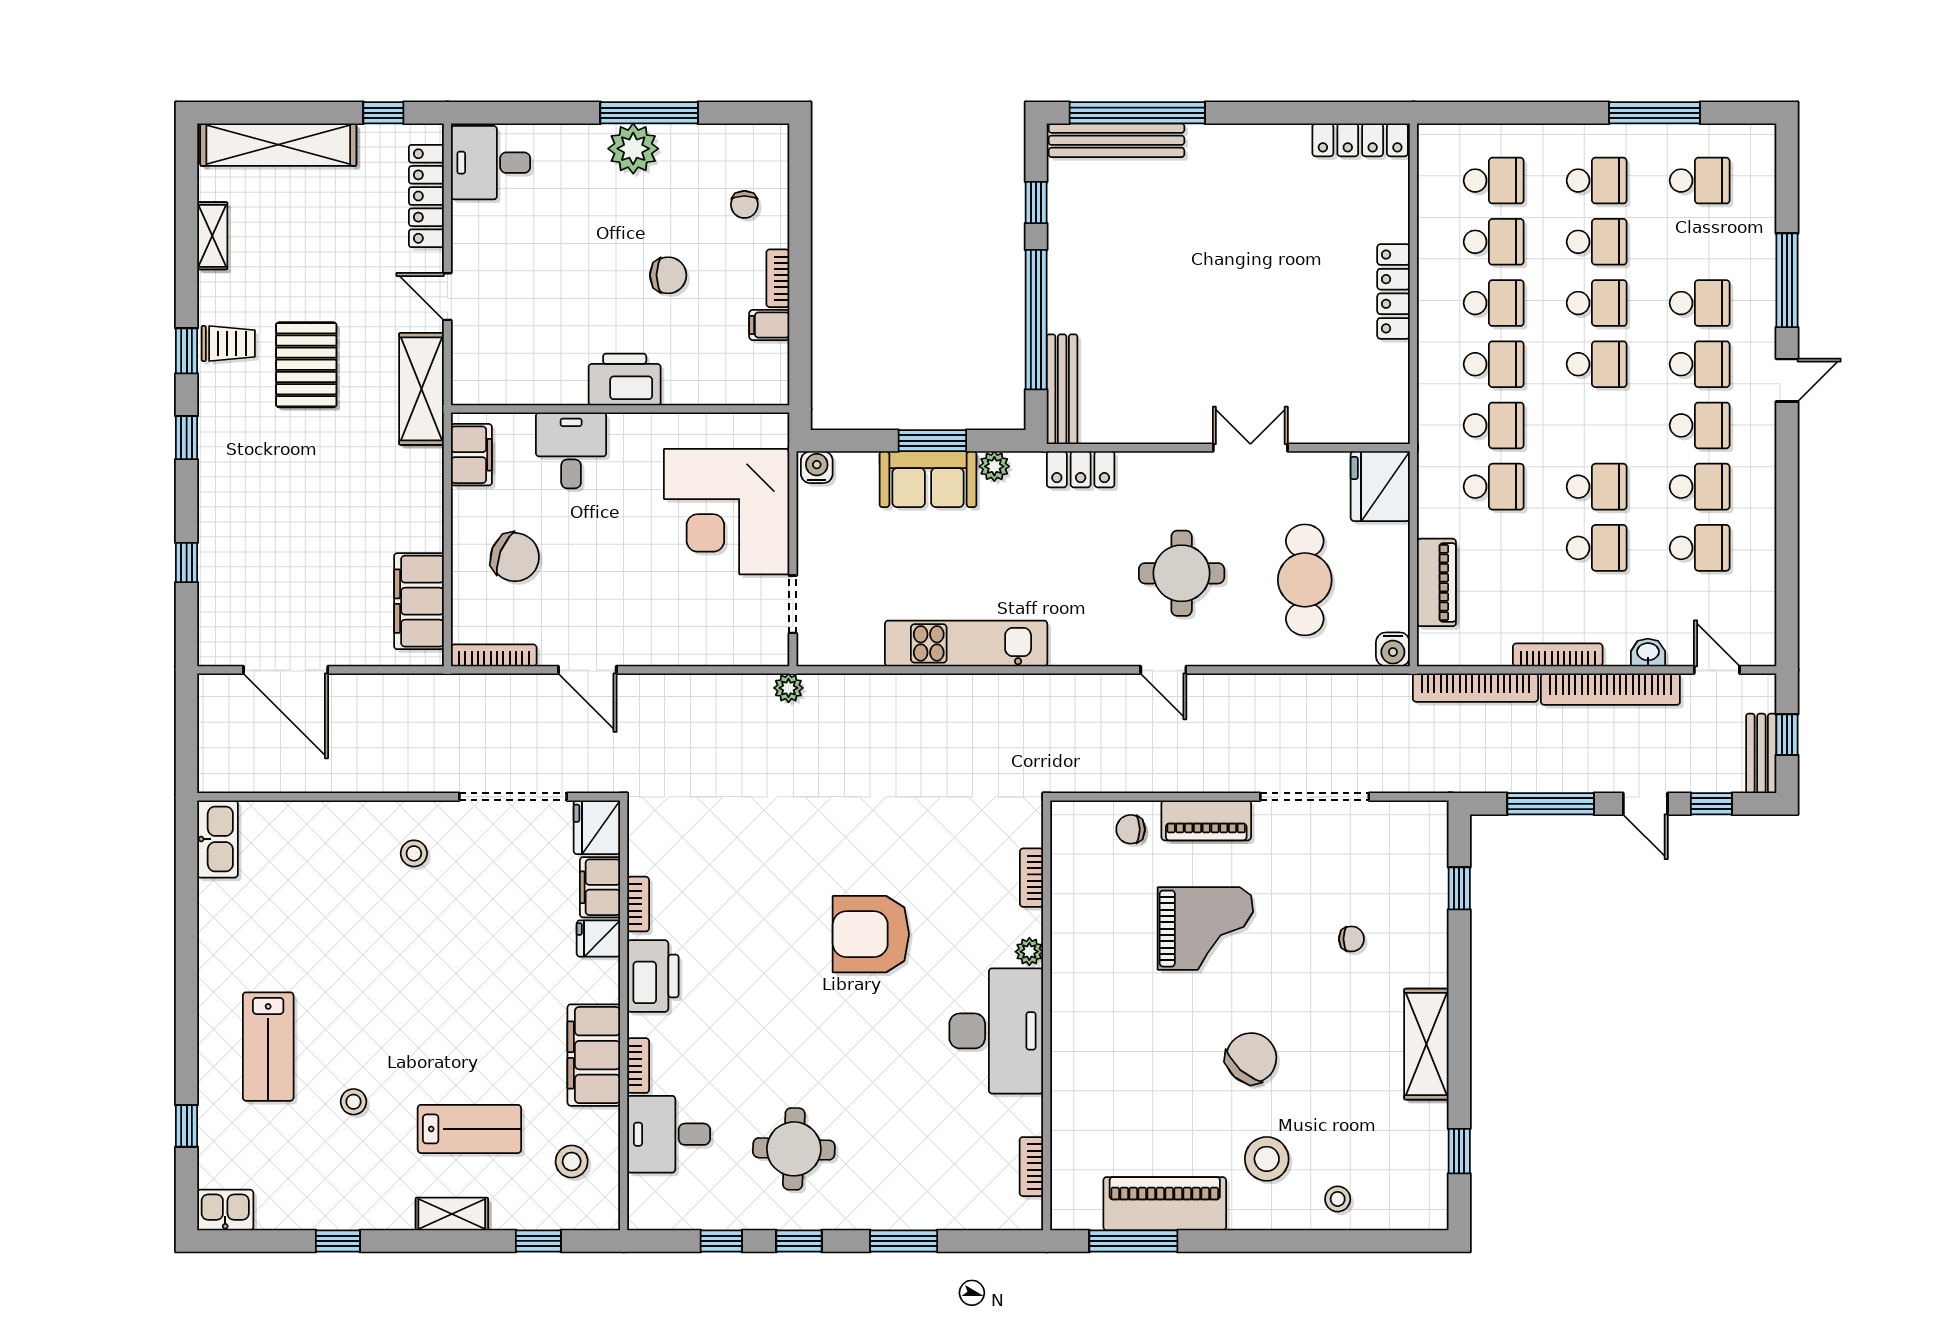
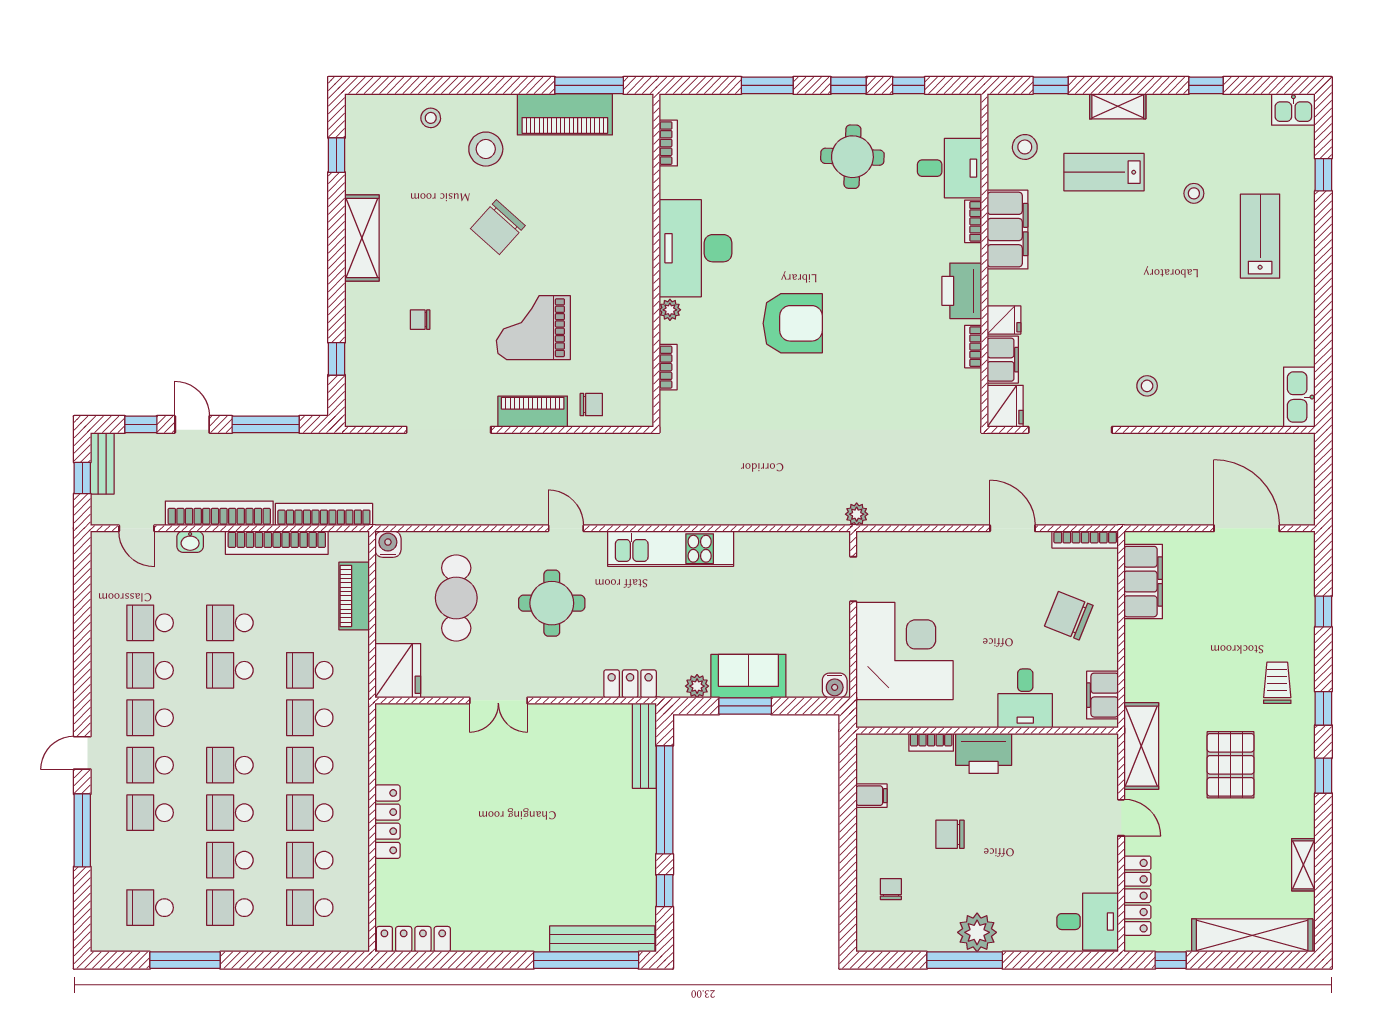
bookcase: (778, 278) -> (931, 742), moved, turned 90
trolley: (228, 343) -> (1277, 683), moved, turned 90
kitchen unit: (966, 643) -> (671, 549), moved
bookcase: (1558, 655) -> (277, 543), width x1.48, depth x1.31

